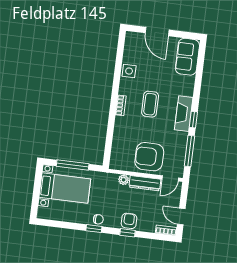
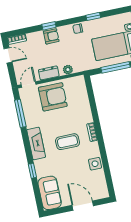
coffee table: (150, 104) -> (68, 142), turned 90
window: (193, 120) -> (32, 171), moved
dresser: (145, 183) -> (49, 73), width x0.70
armchair: (129, 221) -> (51, 36), turned -90
window: (94, 229) -> (93, 16), moved

